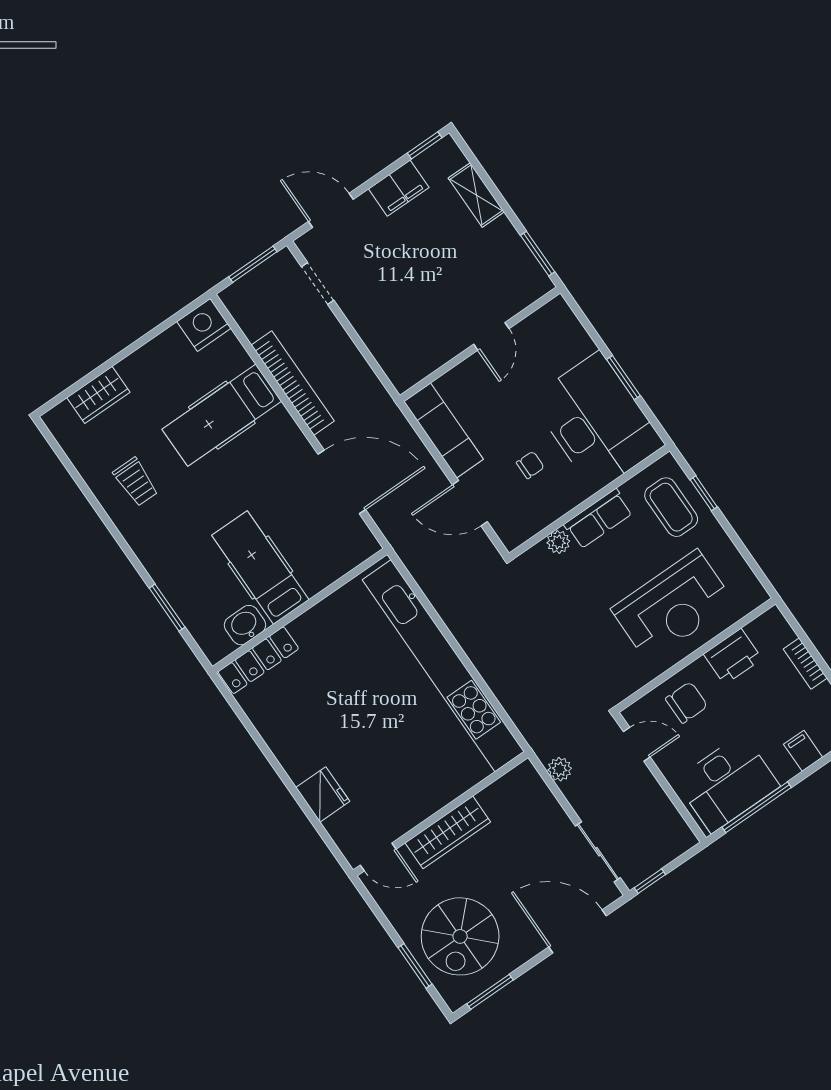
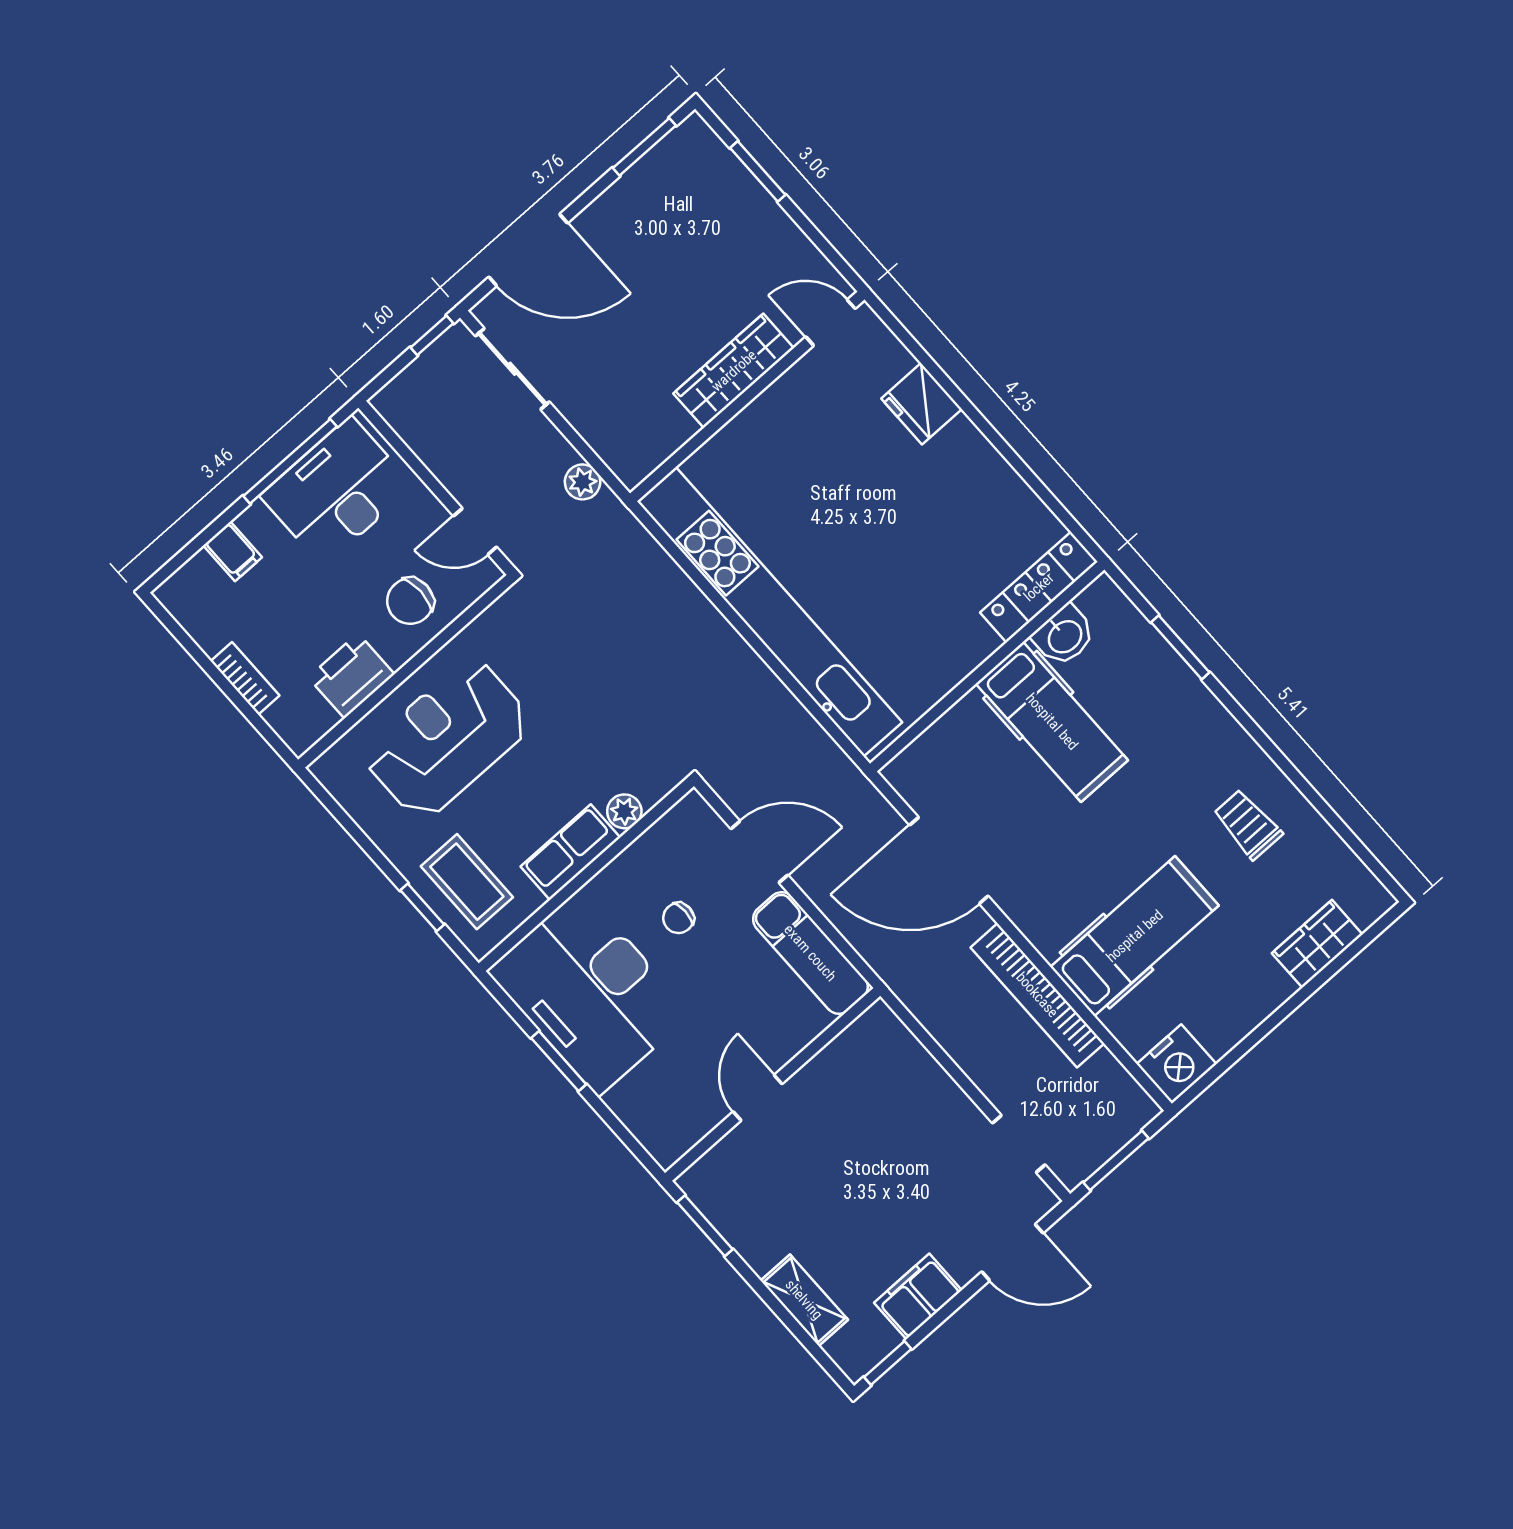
spiral stairs: (460, 936) -> (698, 222), removed

